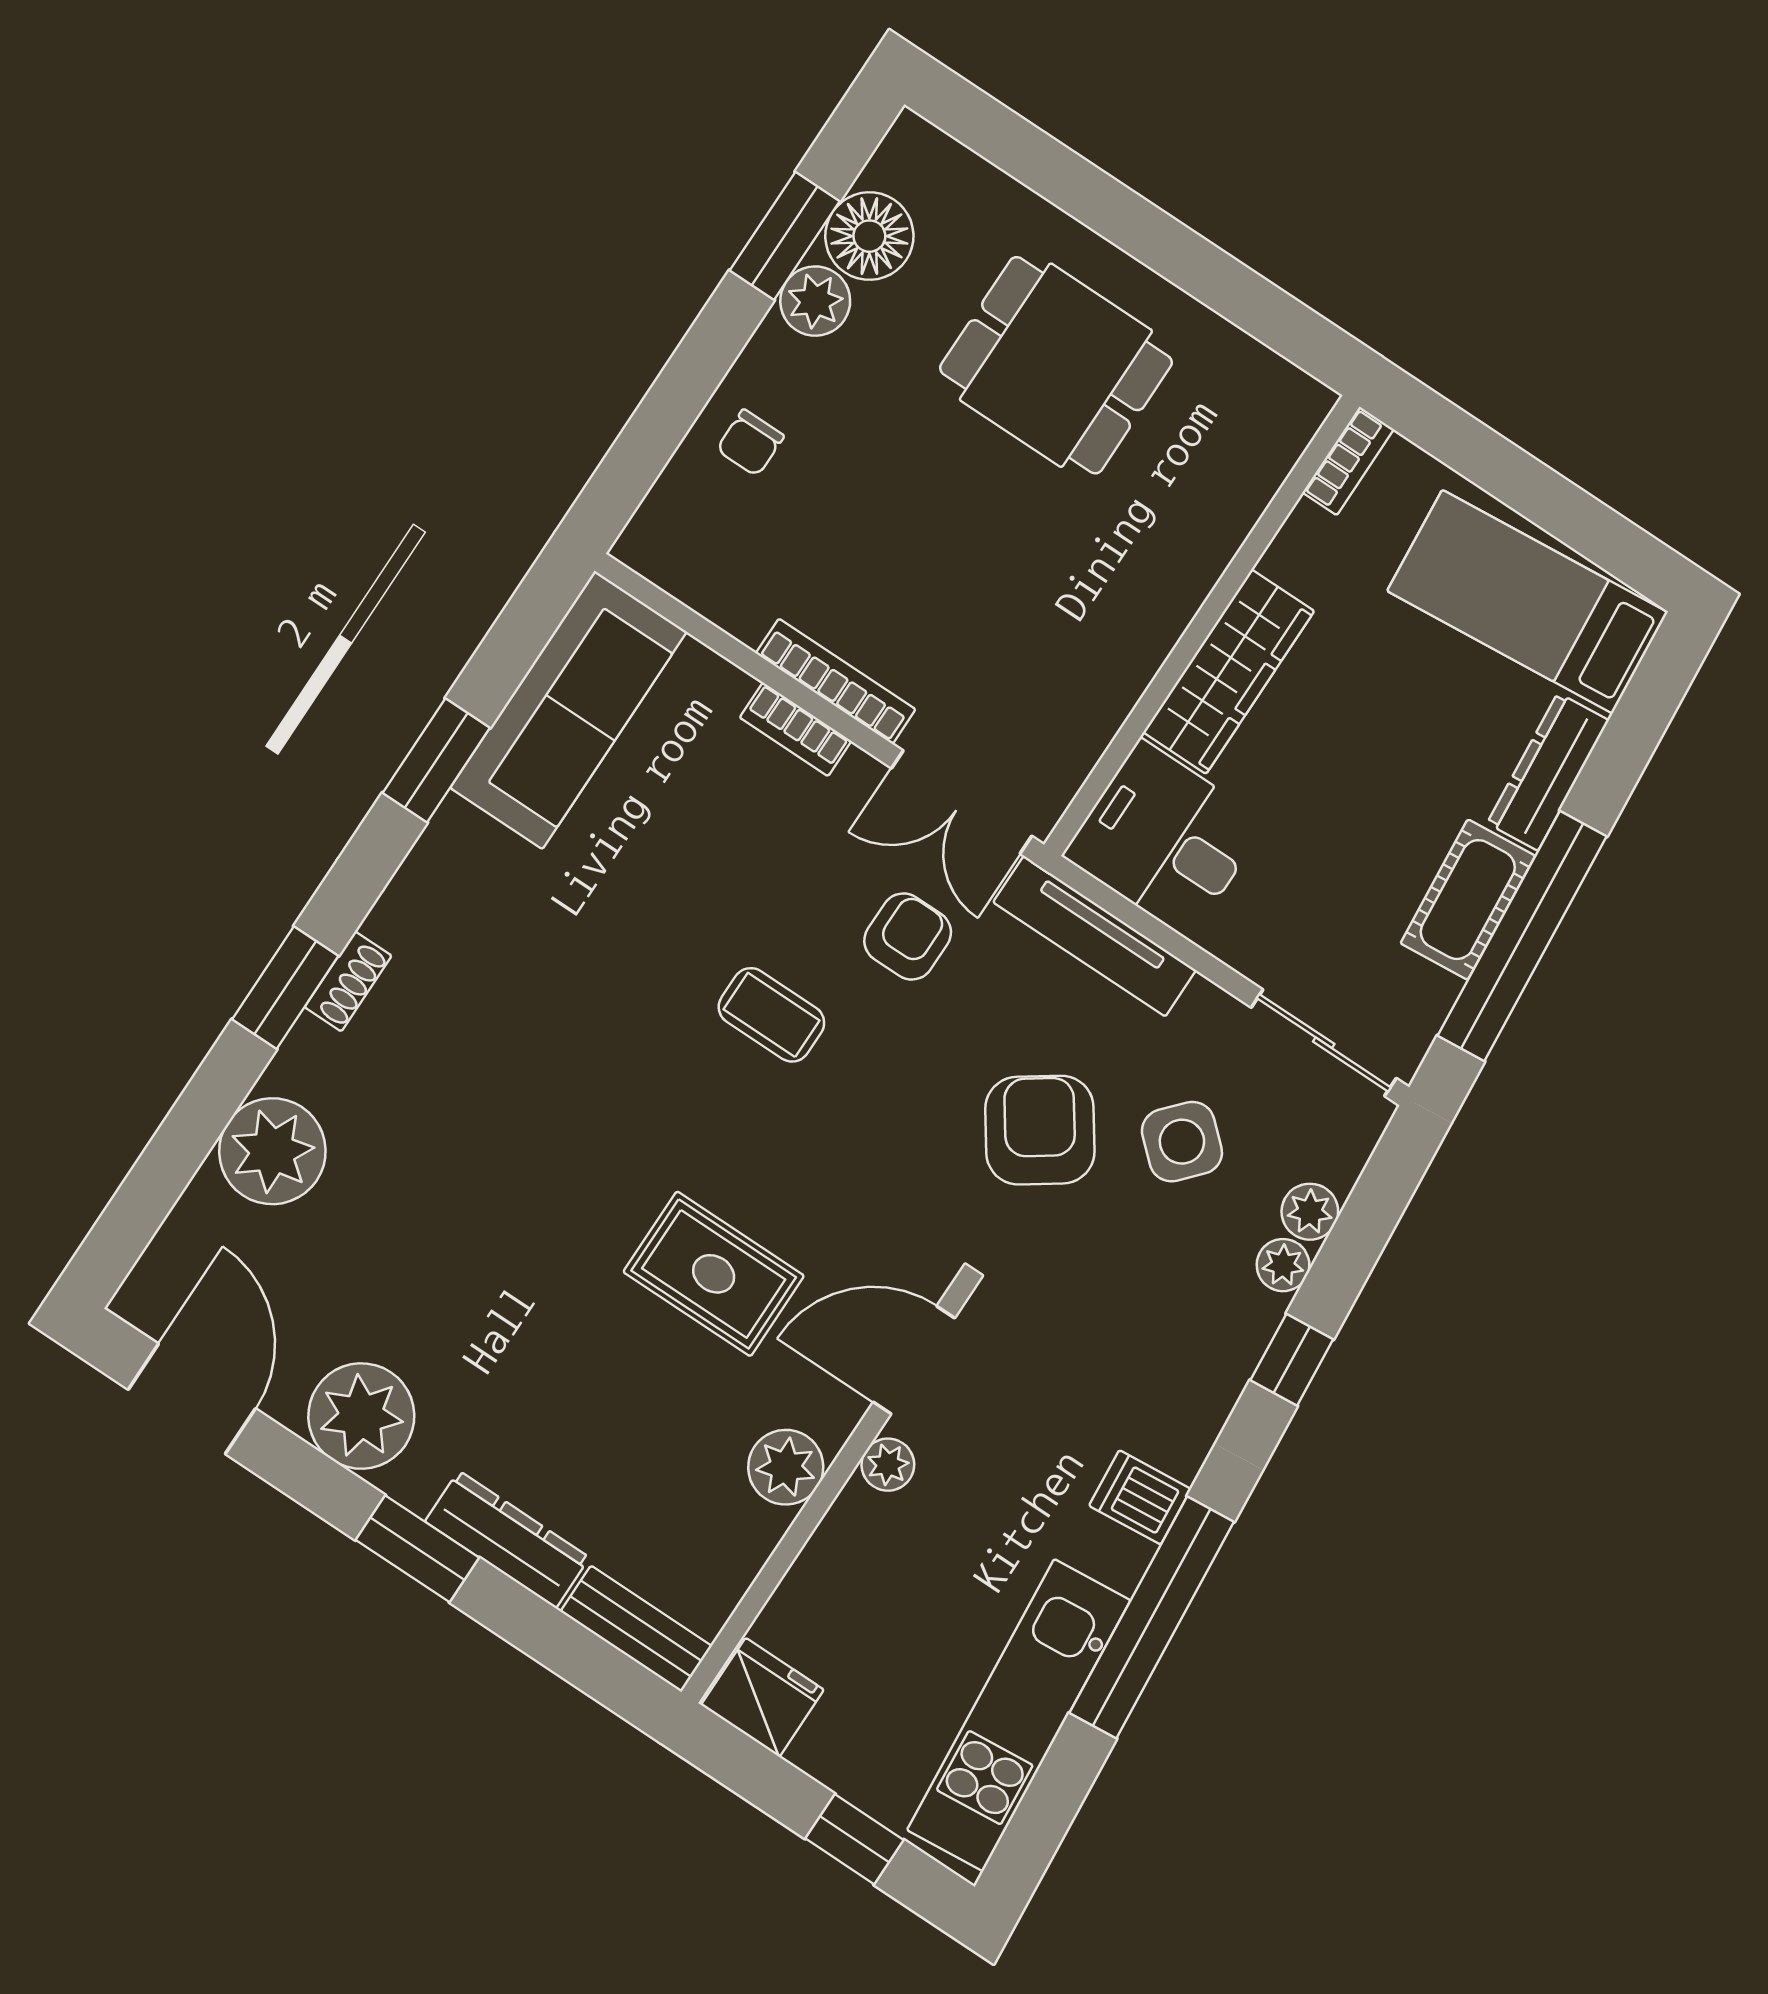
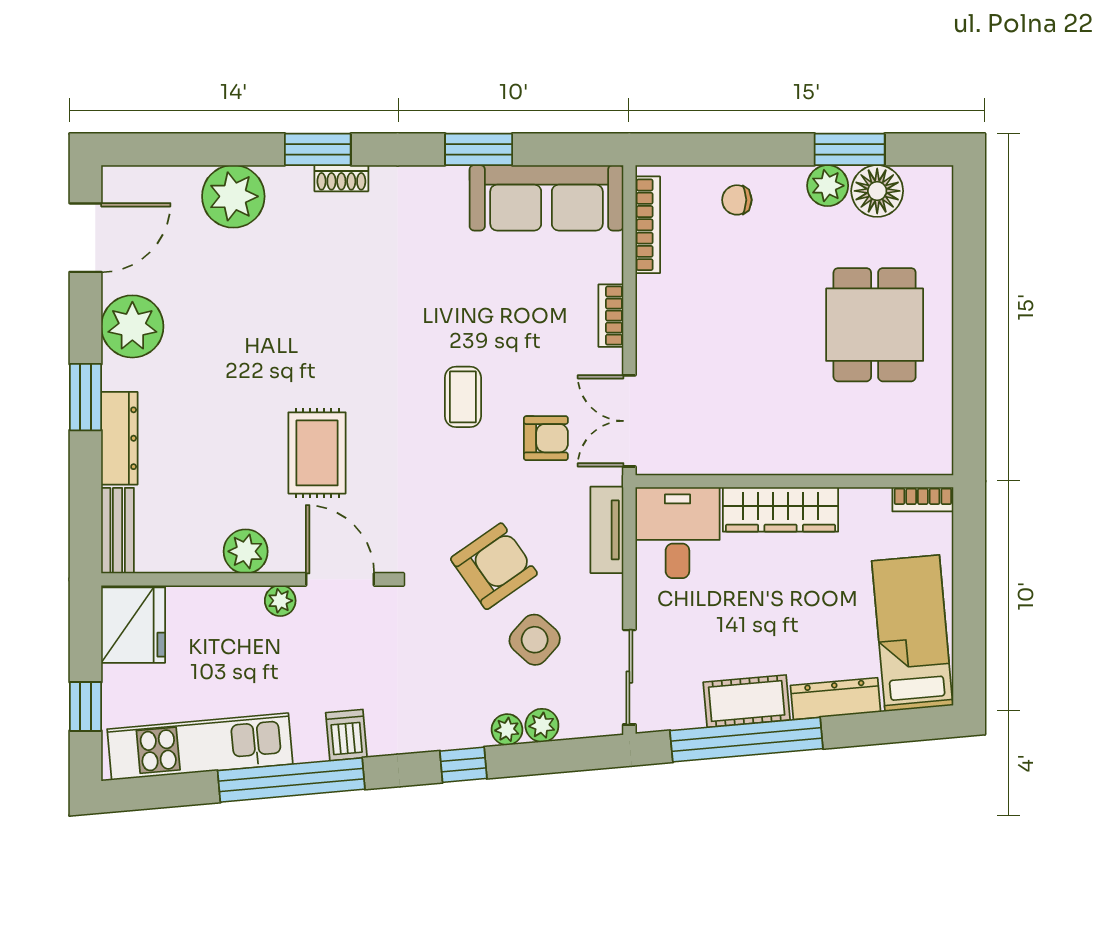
bookcase: (836, 681) -> (648, 225), moved
tv unit: (1095, 936) -> (607, 530), width x0.71
fridge: (762, 1697) -> (133, 625), width x1.36, depth x1.34

